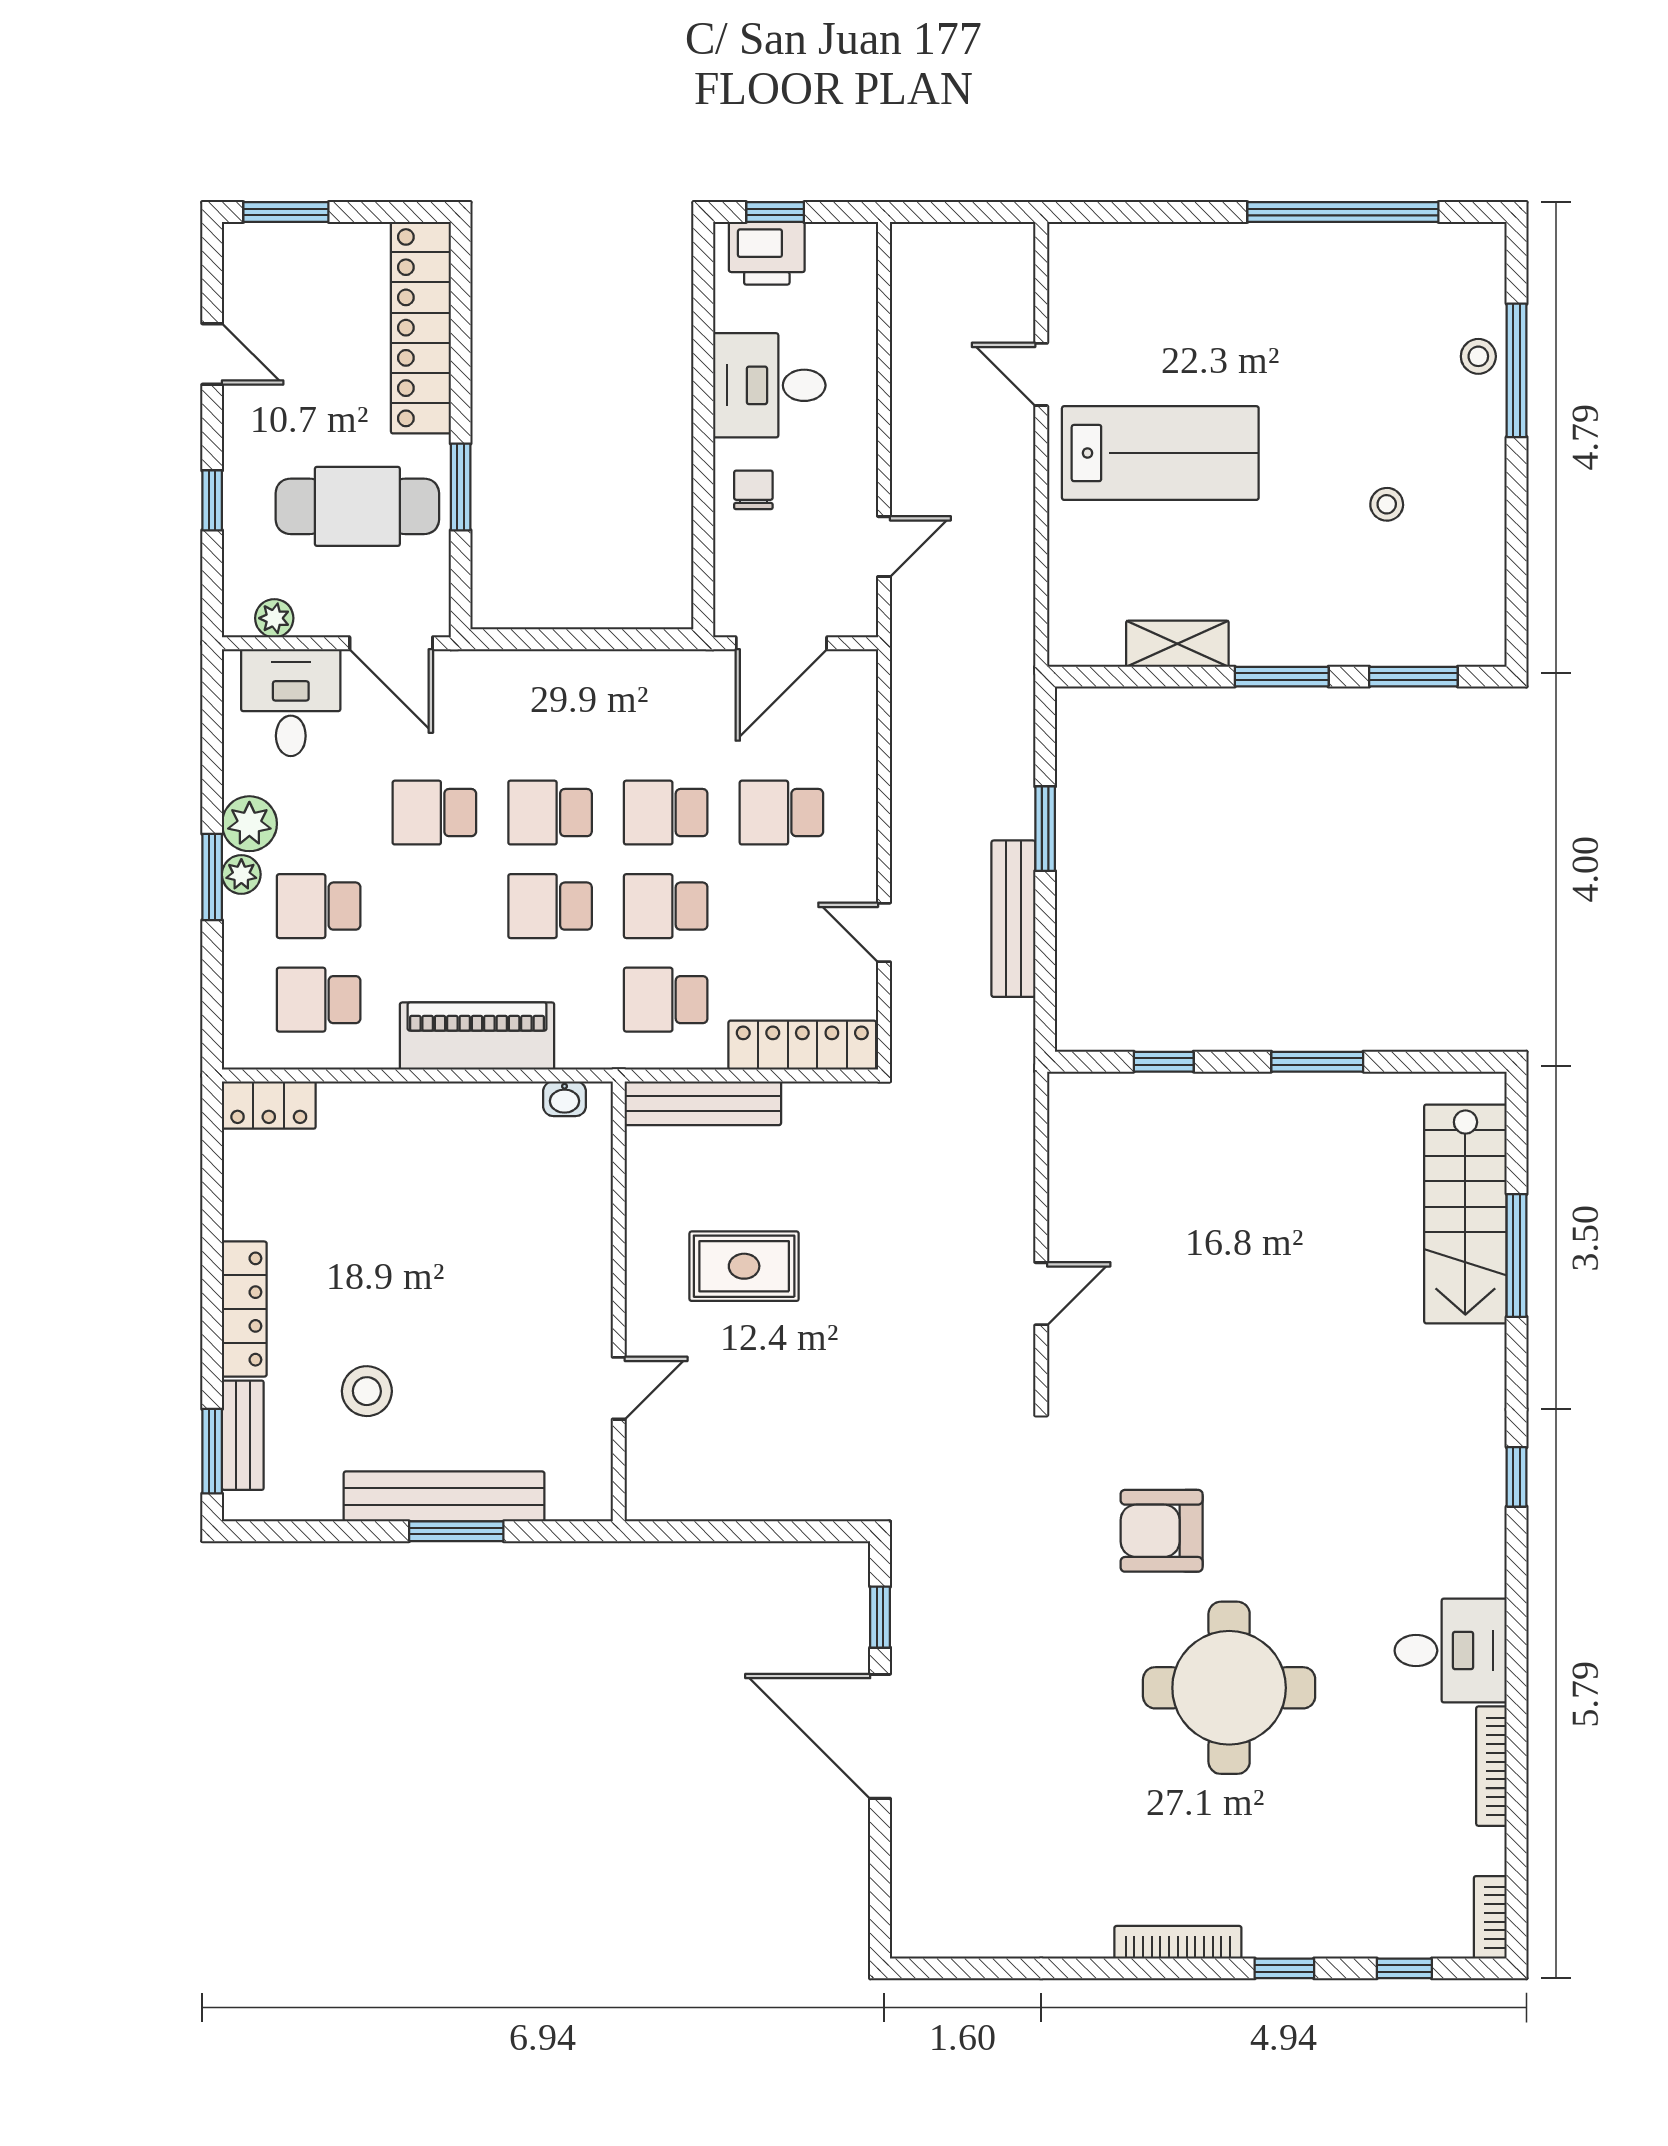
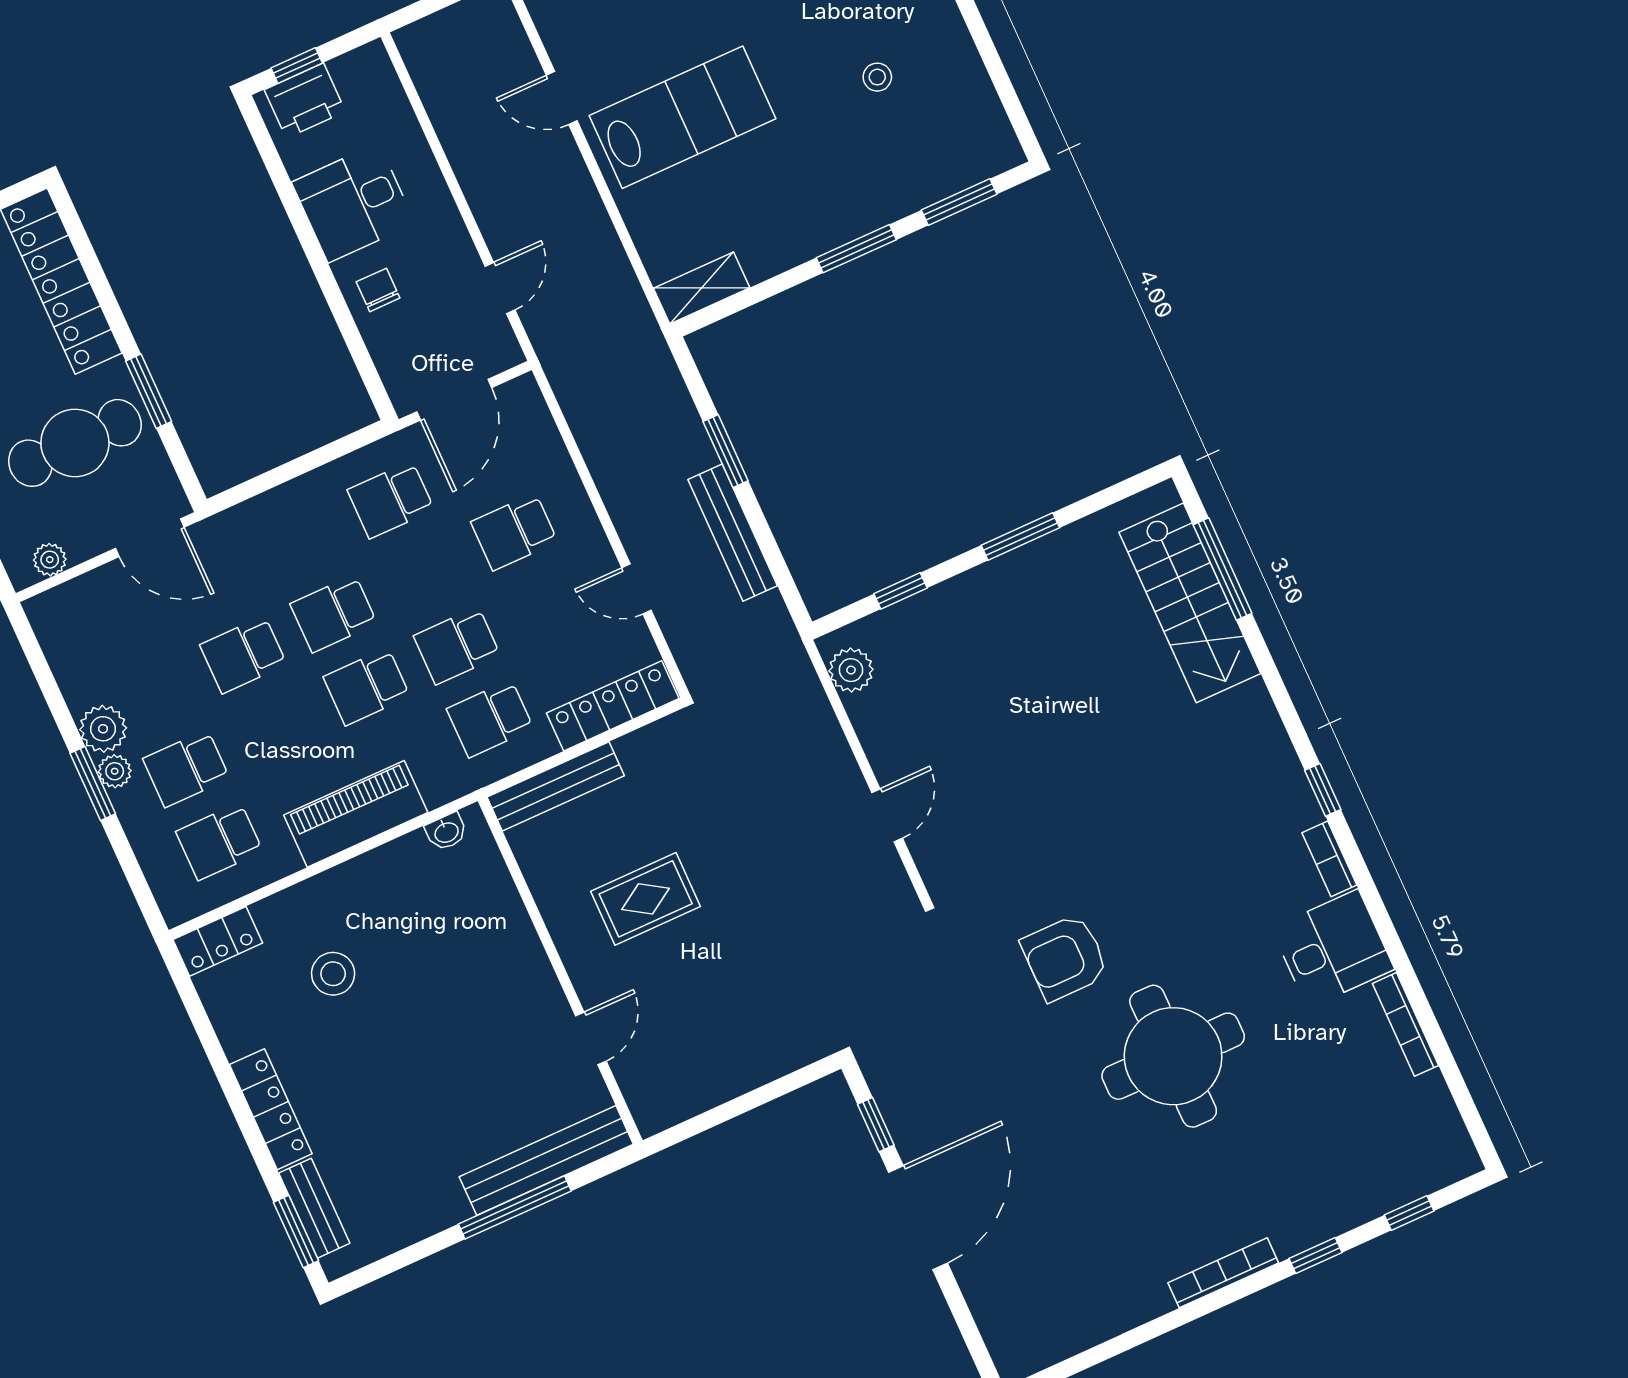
shelving: (1177, 644) -> (702, 288), moved
desk: (291, 703) -> (92, 620), removed
school desk: (666, 813) -> (391, 500), moved
plant: (1073, 1122) -> (851, 670), added
window: (1517, 1255) -> (1223, 569), moved
stool: (367, 1391) -> (333, 974), moved
bench: (444, 1496) -> (546, 1160), moved
window: (456, 1531) -> (515, 1207), width x1.44
door: (880, 1736) -> (918, 1218), swing flipped
bookcase: (1490, 1917) -> (1329, 859), moved

